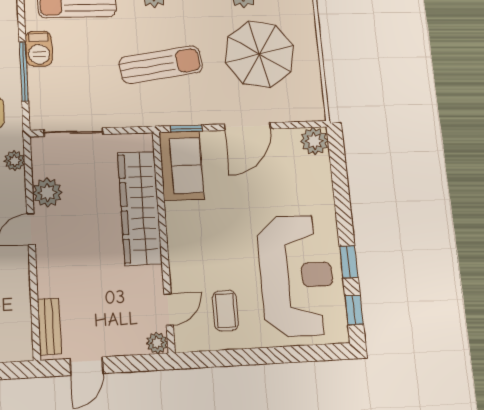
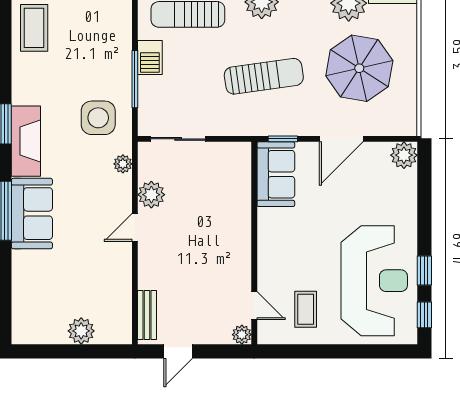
wardrobe: (140, 208) -> (234, 212), removed
door: (169, 310) -> (254, 306), hinge flipped

